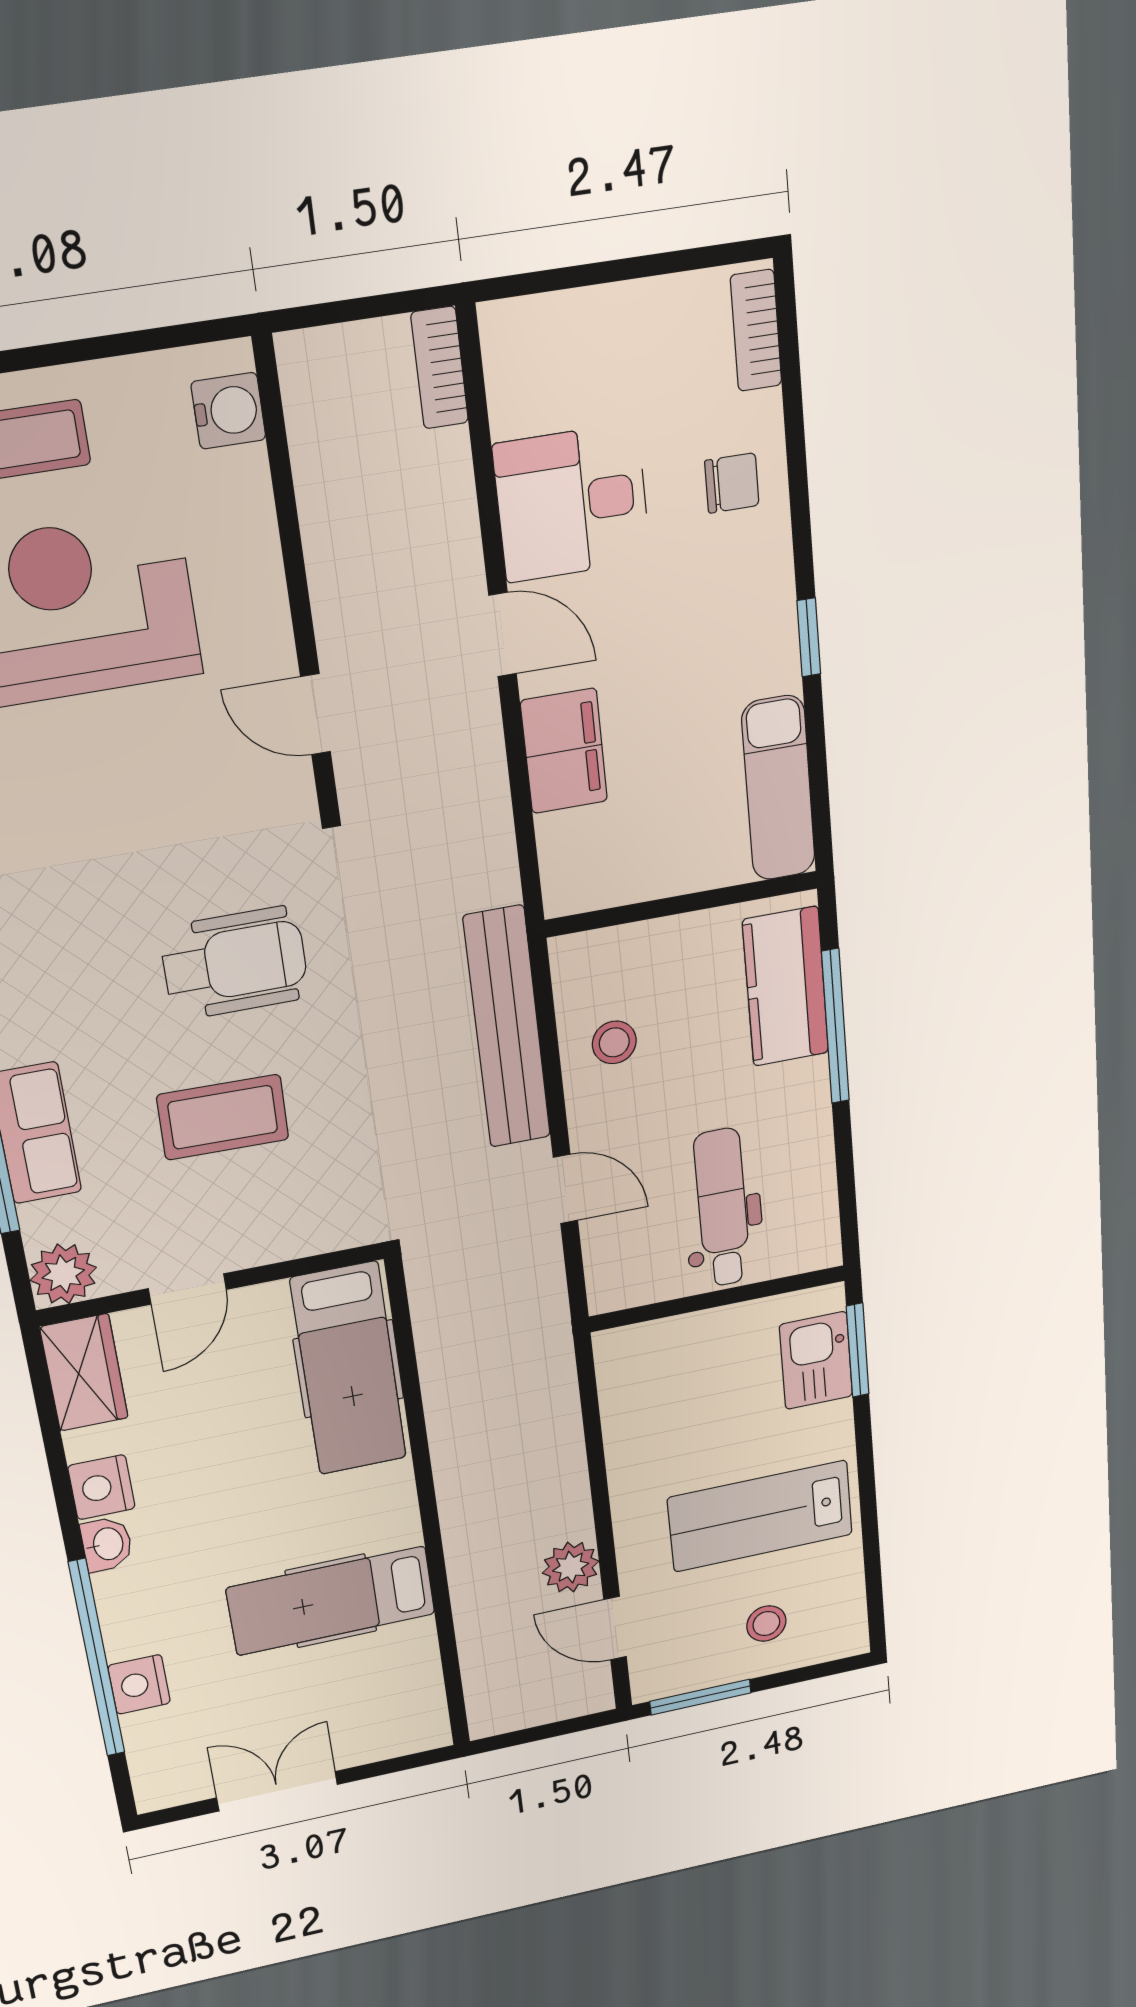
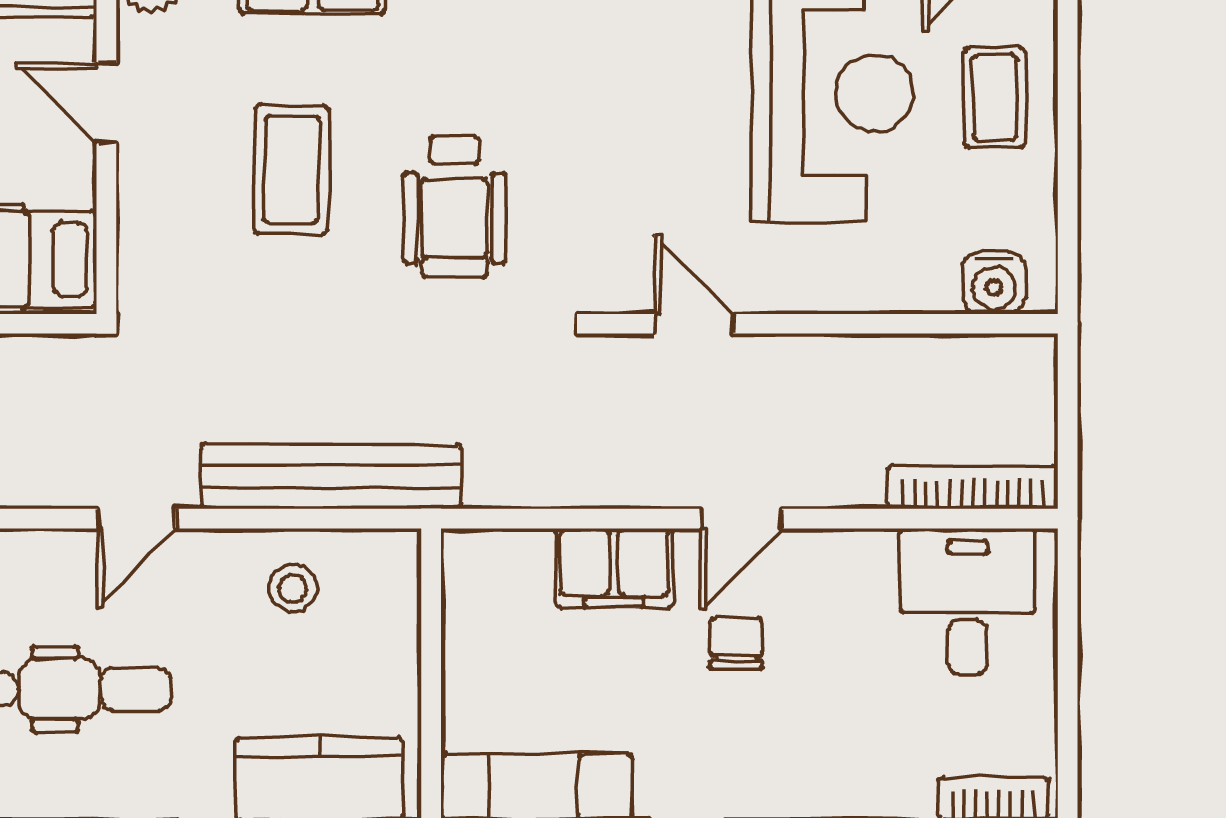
bookcase: (440, 368) -> (973, 487), width x1.56
chair: (732, 483) -> (736, 643), moved, turned 180
desk: (572, 503) -> (968, 601), moved
door: (315, 714) -> (694, 324), hinge flipped

